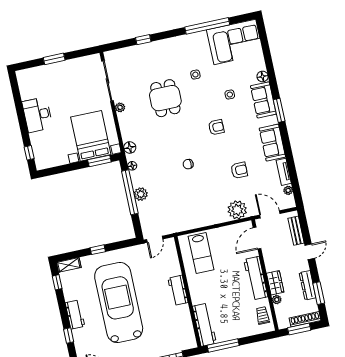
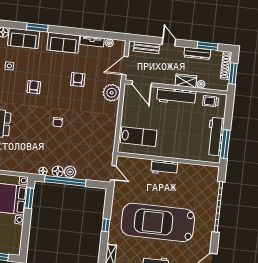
floor lamp: (130, 147) -> (58, 171), moved
workbench: (204, 325) -> (216, 137), moved, turned -90

